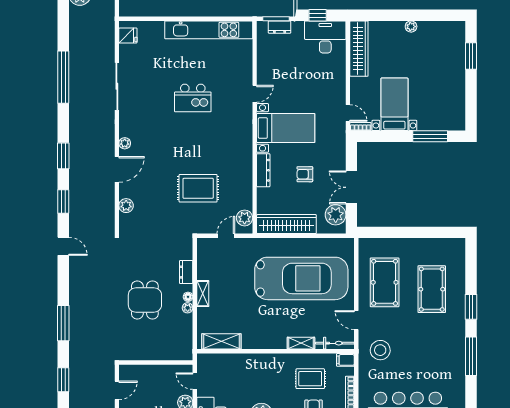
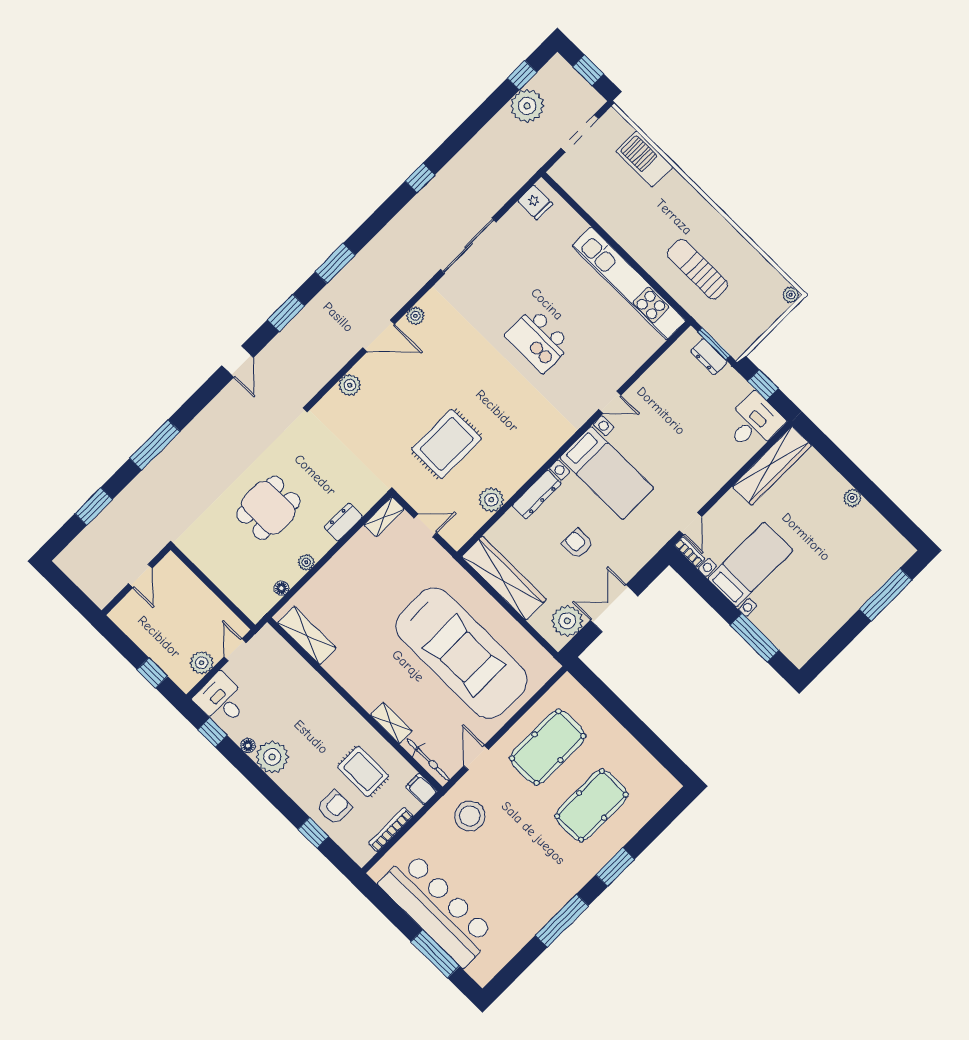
desk: (325, 37) -> (754, 423), width x0.73
window: (471, 56) -> (886, 595), width x1.44
window: (63, 77) -> (420, 178), width x0.32
rug: (198, 188) -> (447, 444), turned 90
plant: (245, 218) -> (491, 500), moved
shelving: (203, 294) -> (384, 517), moved
floor lamp: (188, 297) -> (281, 588), moved
door: (117, 390) -> (140, 576), hinge flipped

